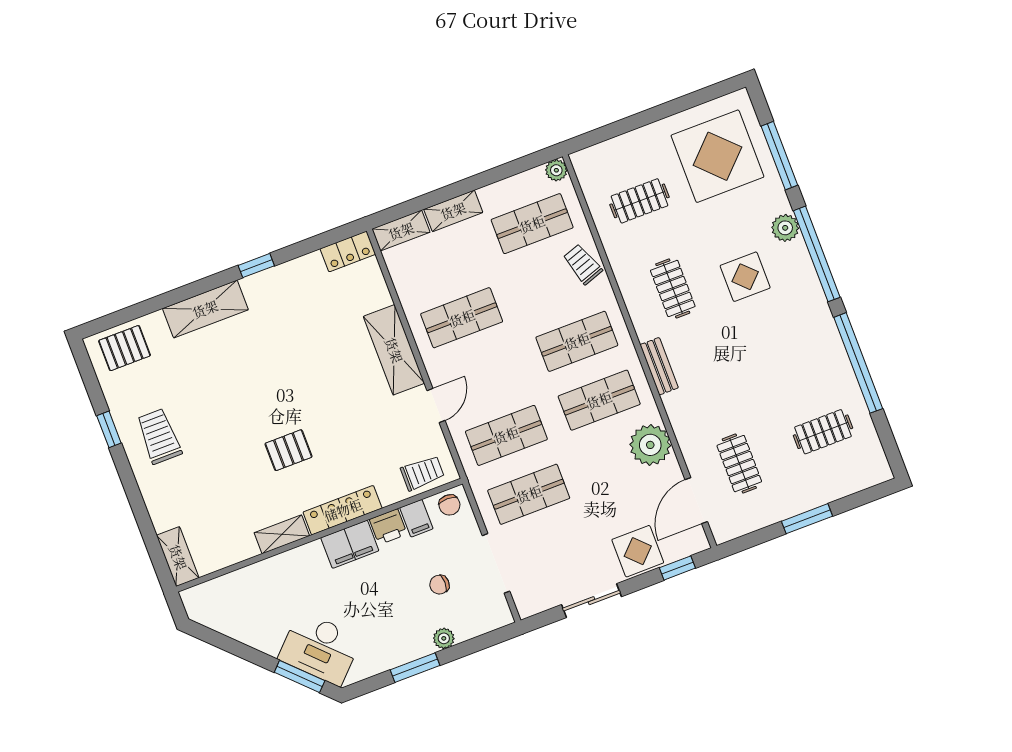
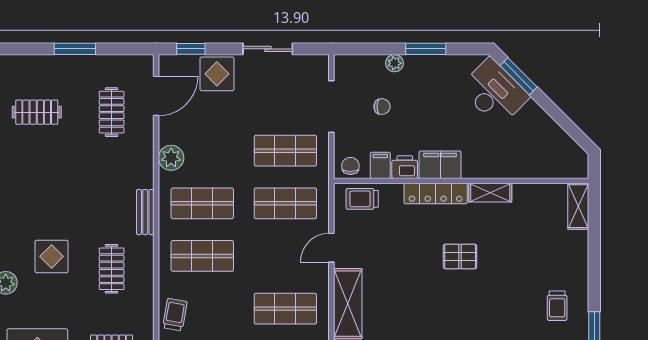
trolley: (583, 264) -> (175, 315), turned -151
trolley: (159, 436) -> (557, 306), width x0.73, depth x0.72
plant: (650, 445) -> (171, 158), width x0.73, depth x0.73

